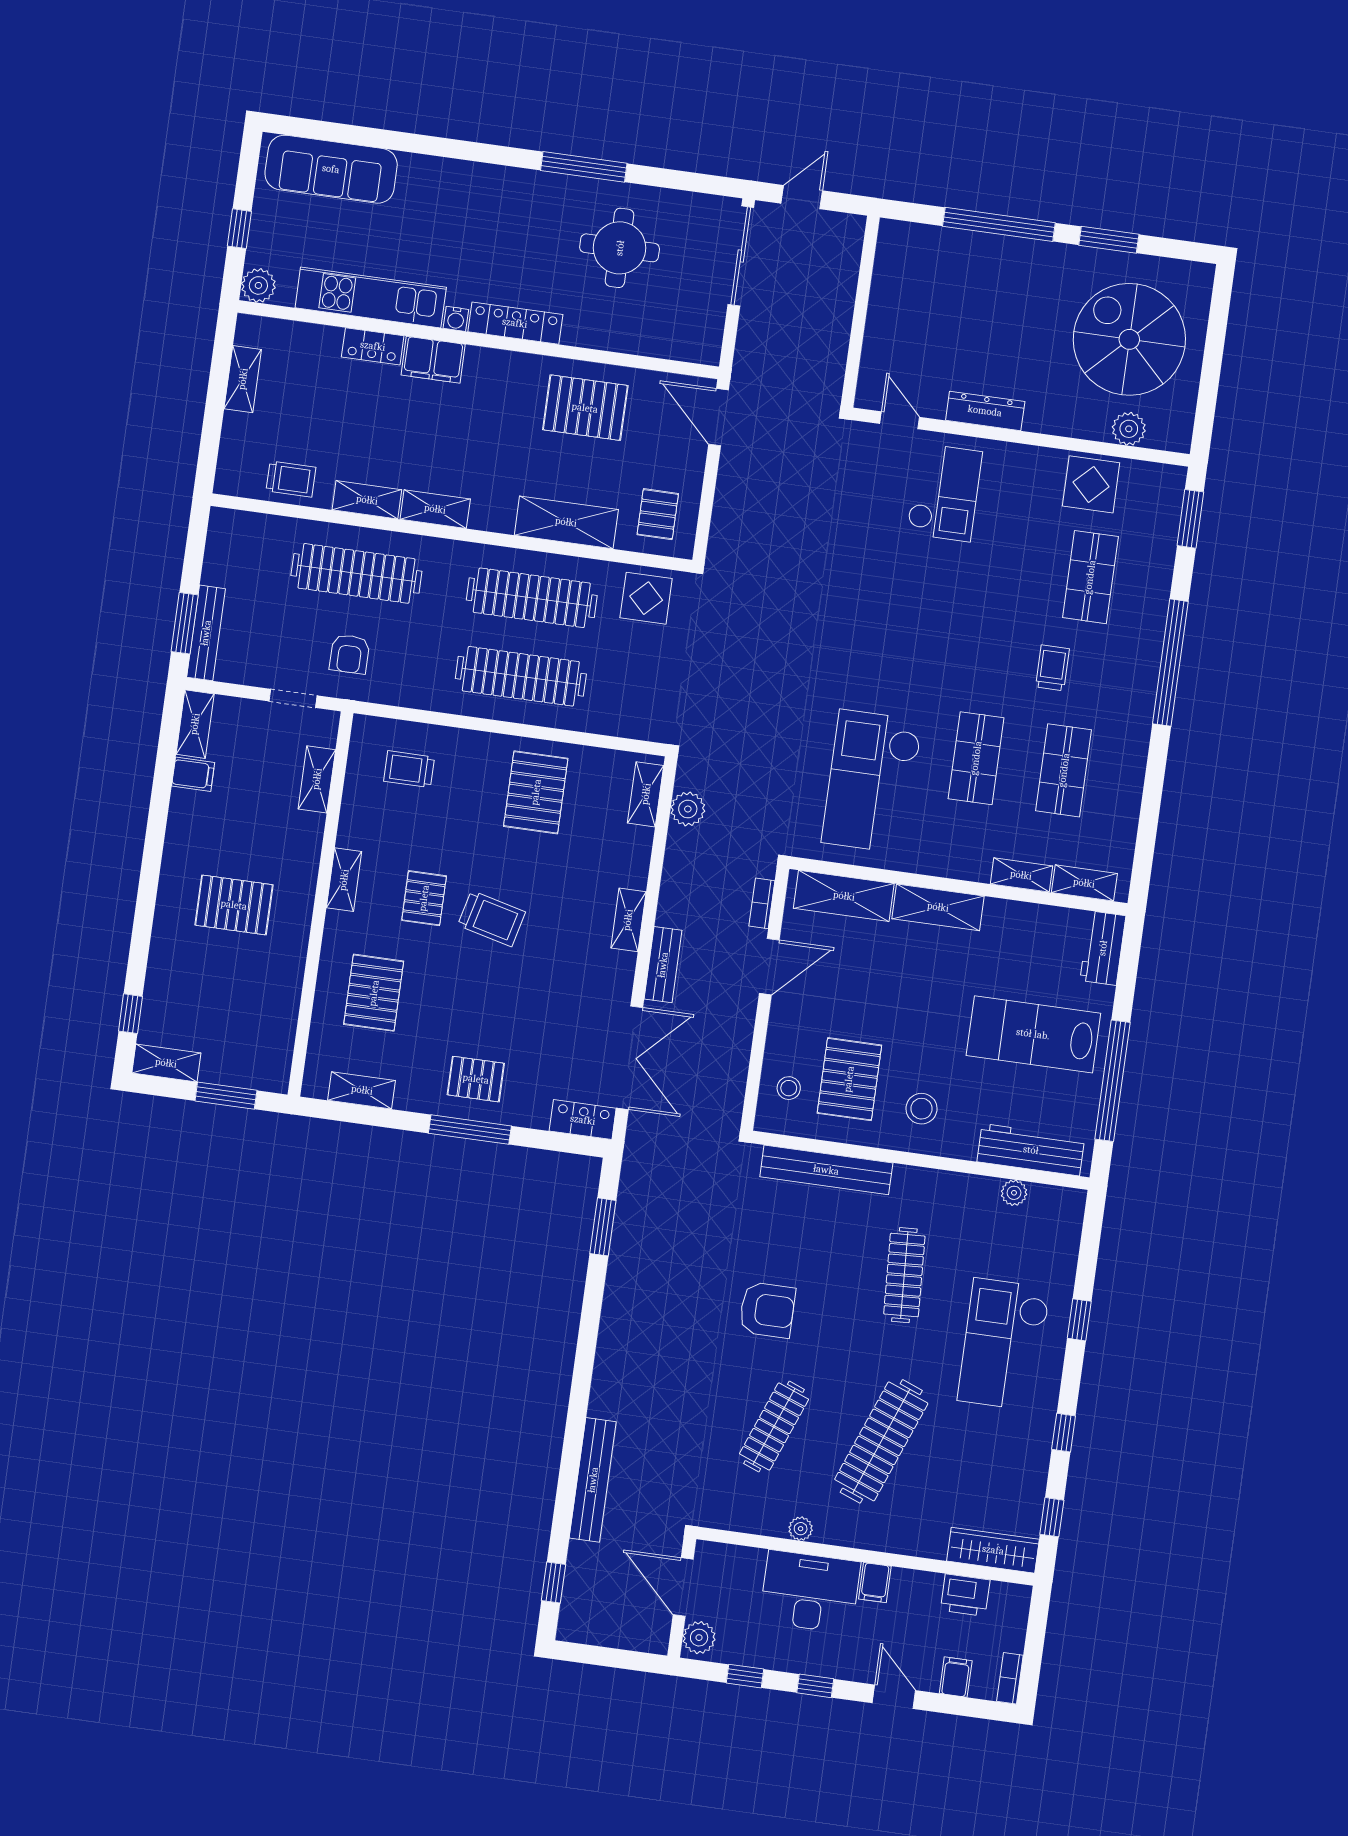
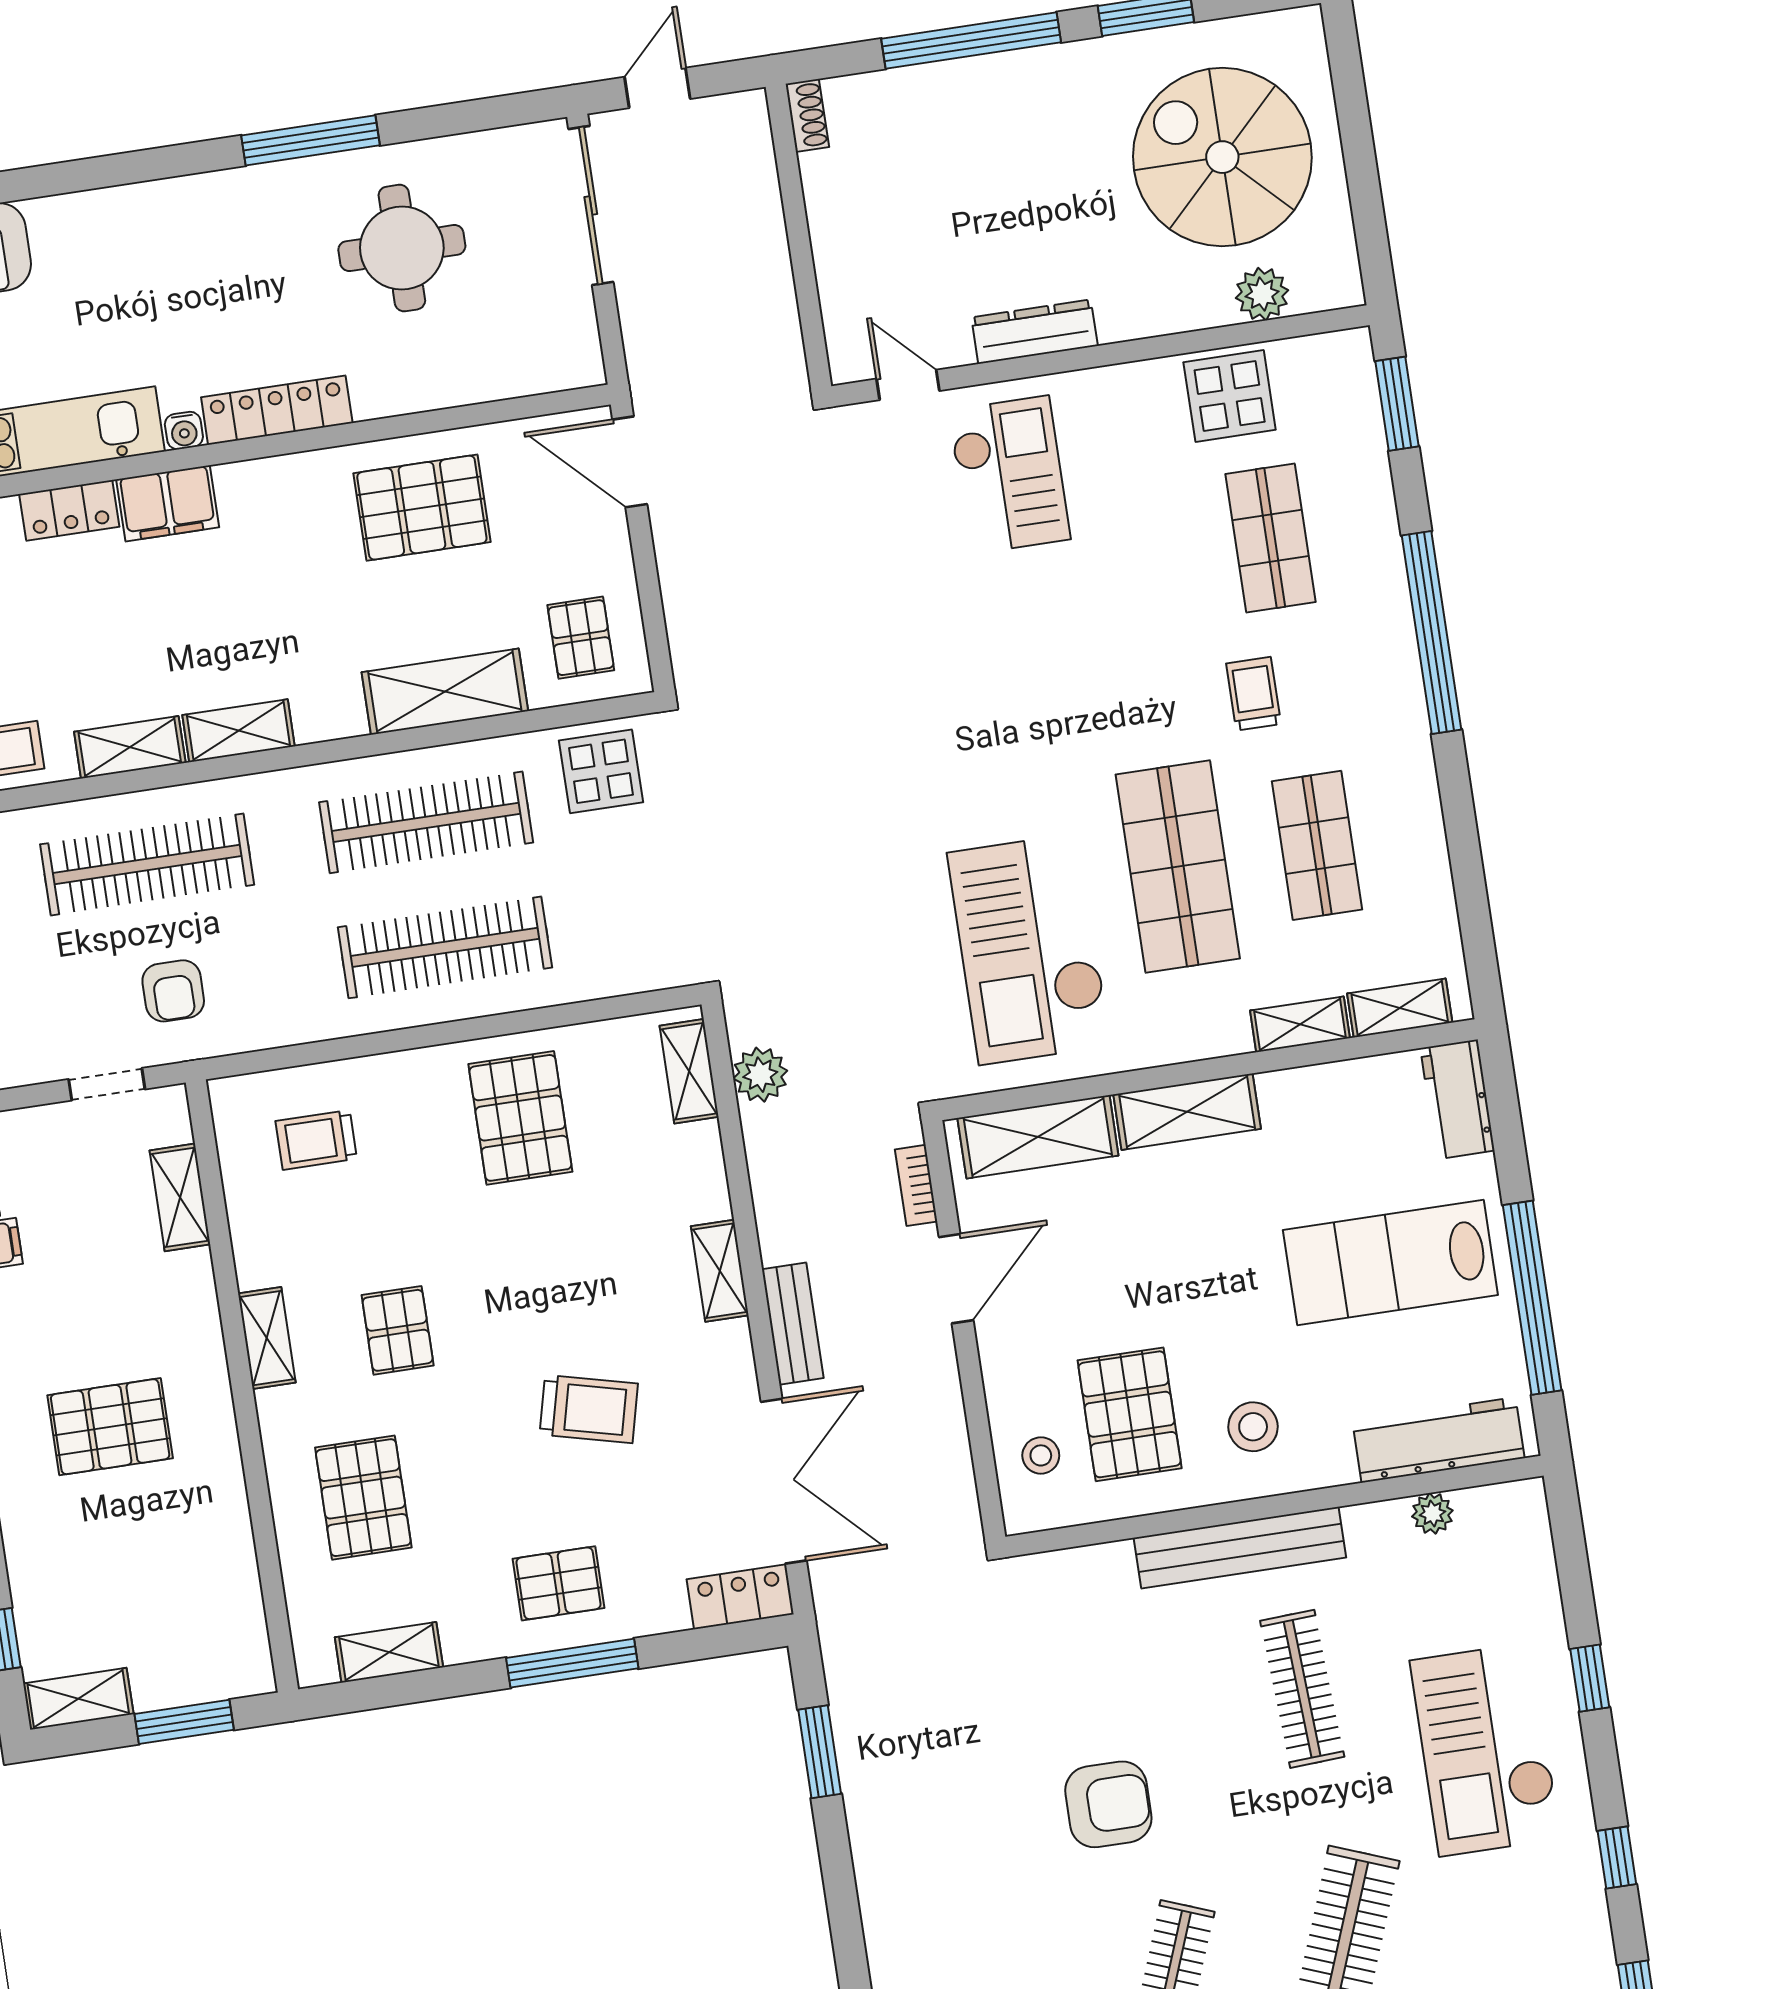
shoe rack: (887, 240) -> (807, 115), added
shop shelf: (976, 758) -> (1178, 866), width x1.43, depth x1.36
trolley: (492, 919) -> (589, 1409), moved
bench: (826, 1170) -> (1240, 1548), moved

